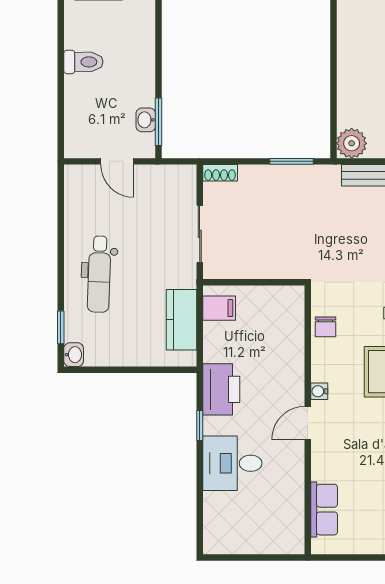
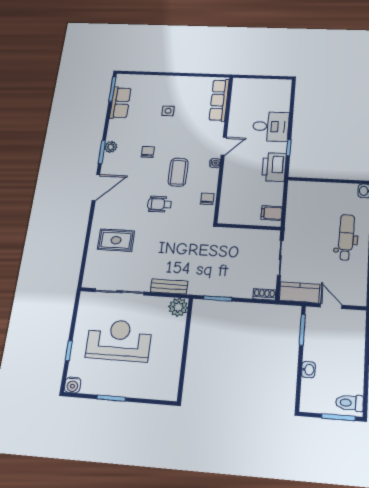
toilet: (83, 62) -> (350, 403), moved
washbasin: (146, 120) -> (308, 370), moved
kitchen counter: (181, 320) -> (299, 292), moved, turned -90
row of seats: (324, 510) -> (219, 100), width x1.48

